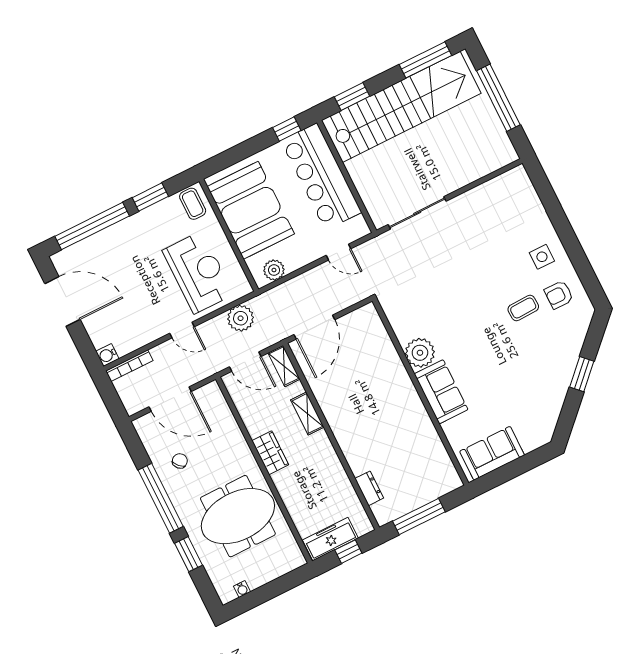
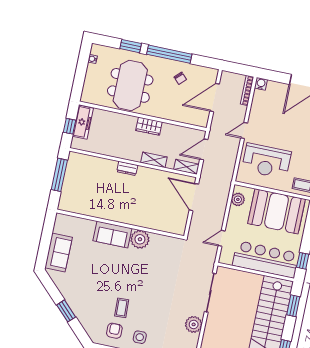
plant: (241, 318) -> (194, 324), moved
sofa: (492, 453) -> (58, 252), moved
dresser: (369, 488) -> (127, 168), moved

